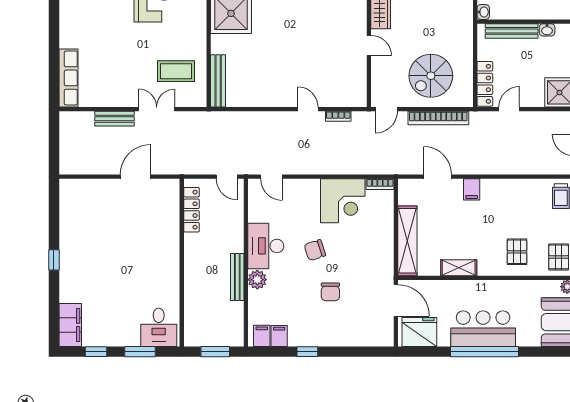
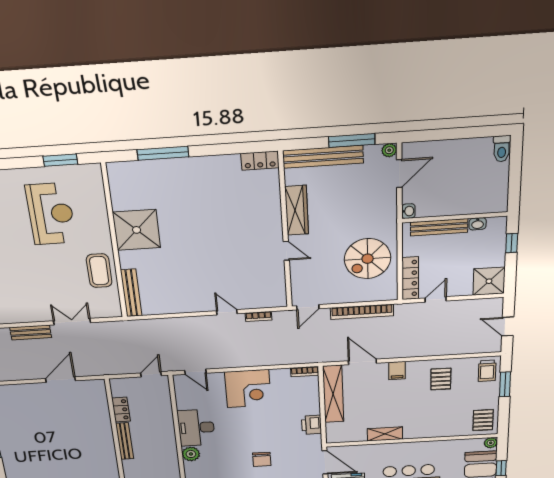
coffee table: (176, 71) -> (99, 271), moved, turned 90
spiral stairs: (431, 76) -> (368, 259), moved
door: (227, 177) -> (151, 374), swing flipped
corner desk: (343, 201) -> (248, 389), moved
locker: (192, 210) -> (121, 410), width x0.66
shelving: (407, 241) -> (333, 394), moved
chair: (315, 250) -> (244, 428), removed
printer: (384, 251) -> (312, 425), added
pallet: (517, 252) -> (441, 379), moved
bench: (237, 277) -> (125, 441), moved

